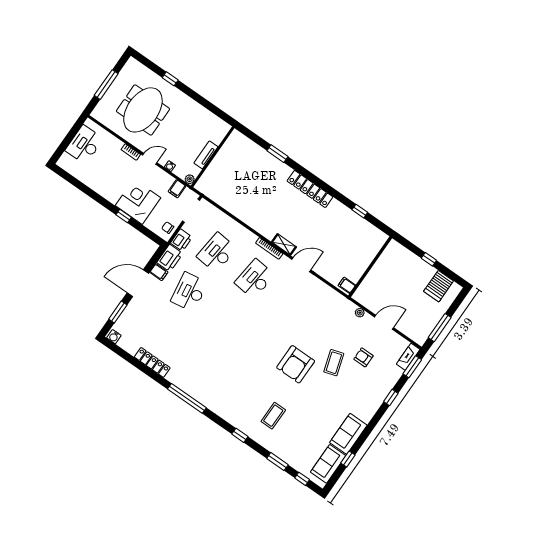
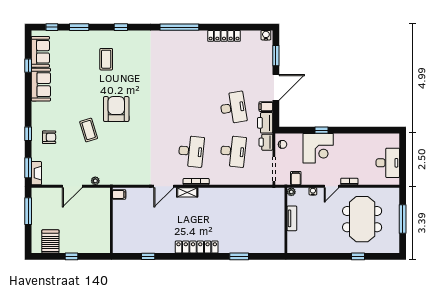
armchair: (363, 357) -> (49, 137), moved

